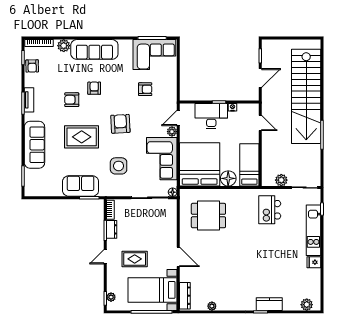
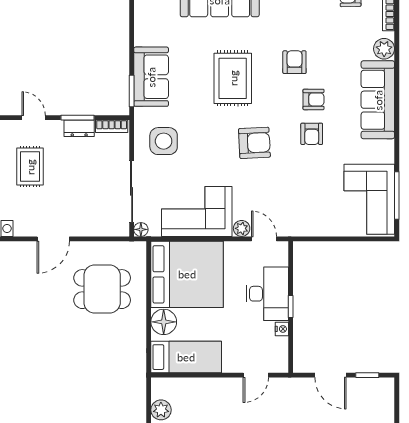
armchair: (145, 89) -> (312, 134), moved
side table: (119, 166) -> (164, 141), moved
kitchen island: (270, 210) -> (112, 391), removed
dining table: (208, 216) -> (102, 289), turned 90
door: (178, 257) -> (53, 239), moved

